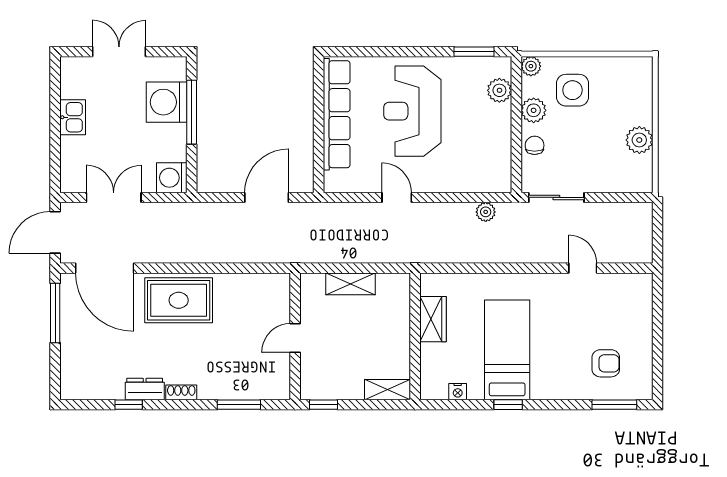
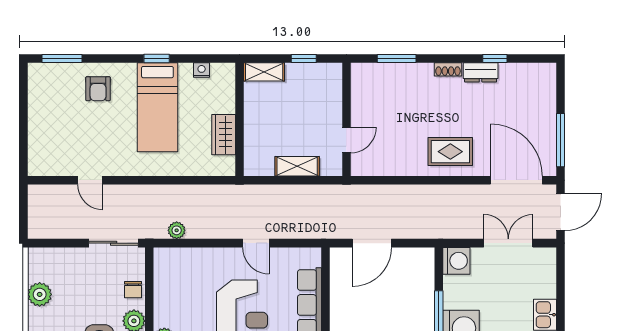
double door: (114, 197) -> (508, 243), swing flipped
rug: (179, 300) -> (450, 152), width x0.73, depth x0.70
door: (295, 338) -> (346, 140), moved
armchair: (606, 363) -> (98, 89), moved, turned -90
window: (324, 405) -> (304, 59), moved

